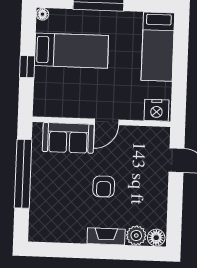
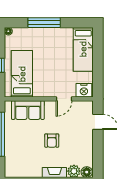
bed: (71, 51) -> (22, 74), moved, turned -90
door: (107, 122) -> (64, 99), moved

